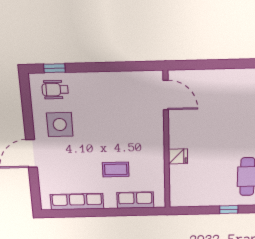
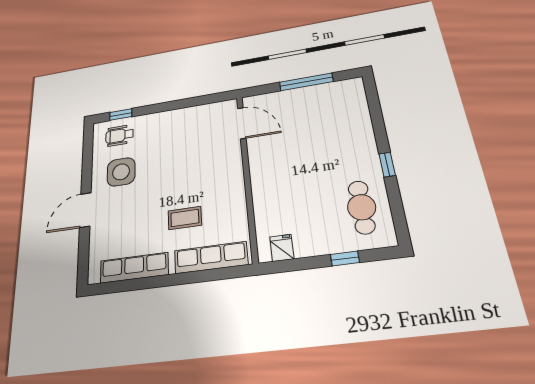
window: (225, 64) -> (306, 82), added
fridge: (178, 156) -> (282, 248), moved, turned -90
row of seats: (135, 200) -> (211, 258), width x1.48

